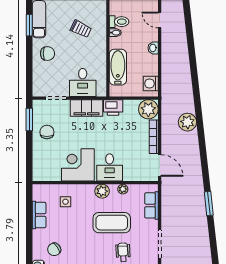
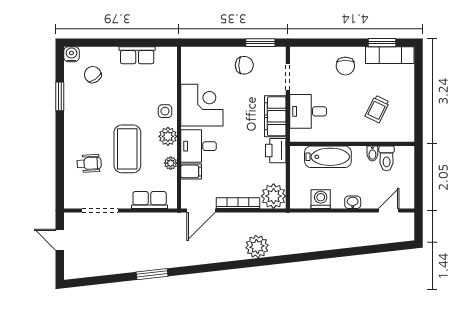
washing machine: (151, 84) -> (321, 199), moved
filing cabinet: (129, 173) -> (191, 171), added
side table: (65, 202) -> (165, 111), moved

